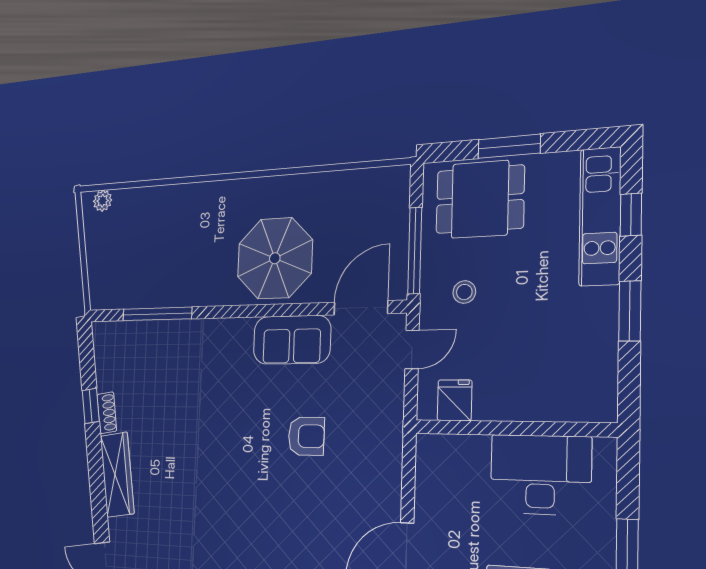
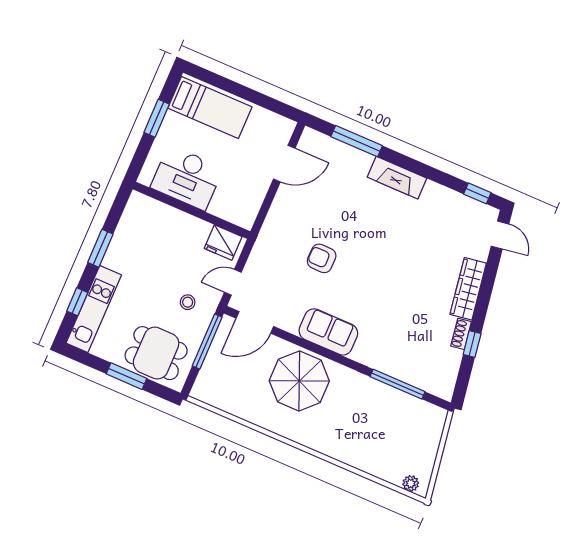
sofa: (292, 340) -> (328, 332), moved
fridge: (455, 400) -> (223, 242), width x1.38

